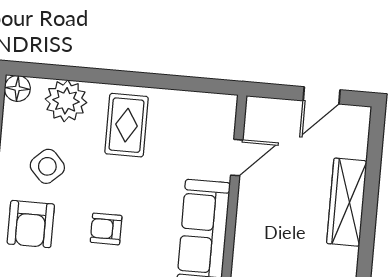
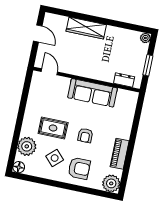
rug: (127, 125) -> (53, 128), moved
door: (237, 158) -> (49, 72), moved

